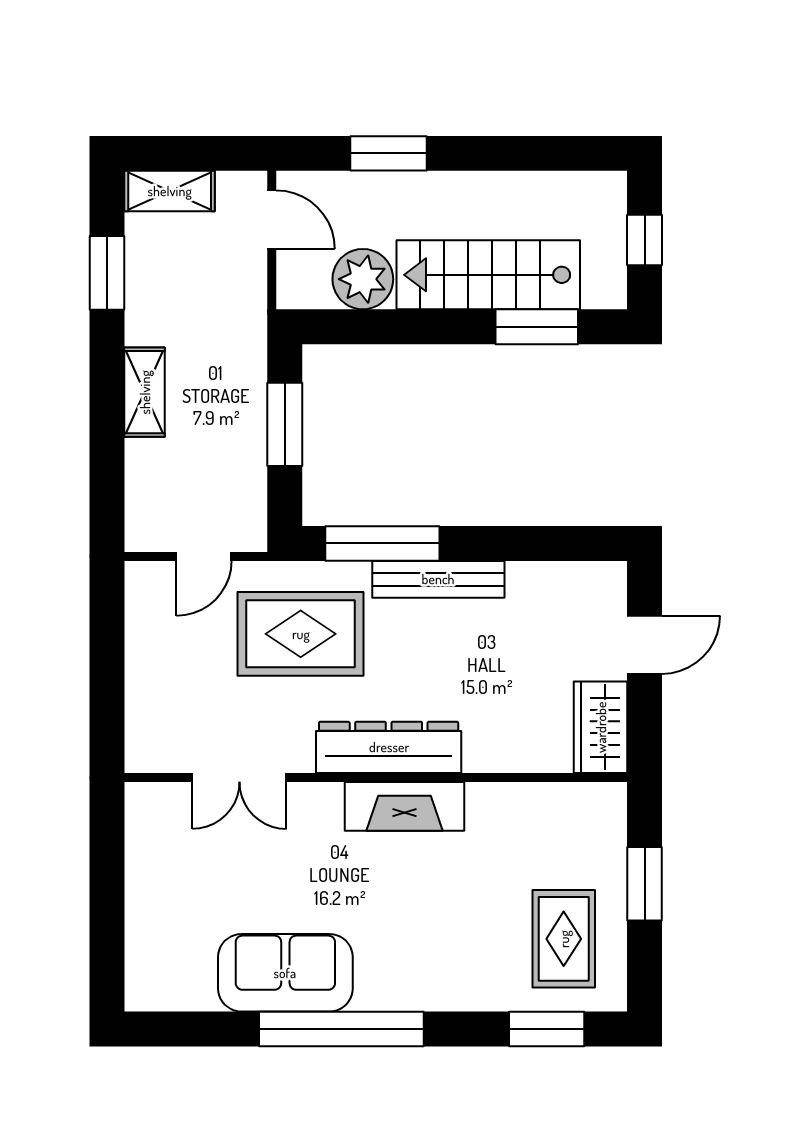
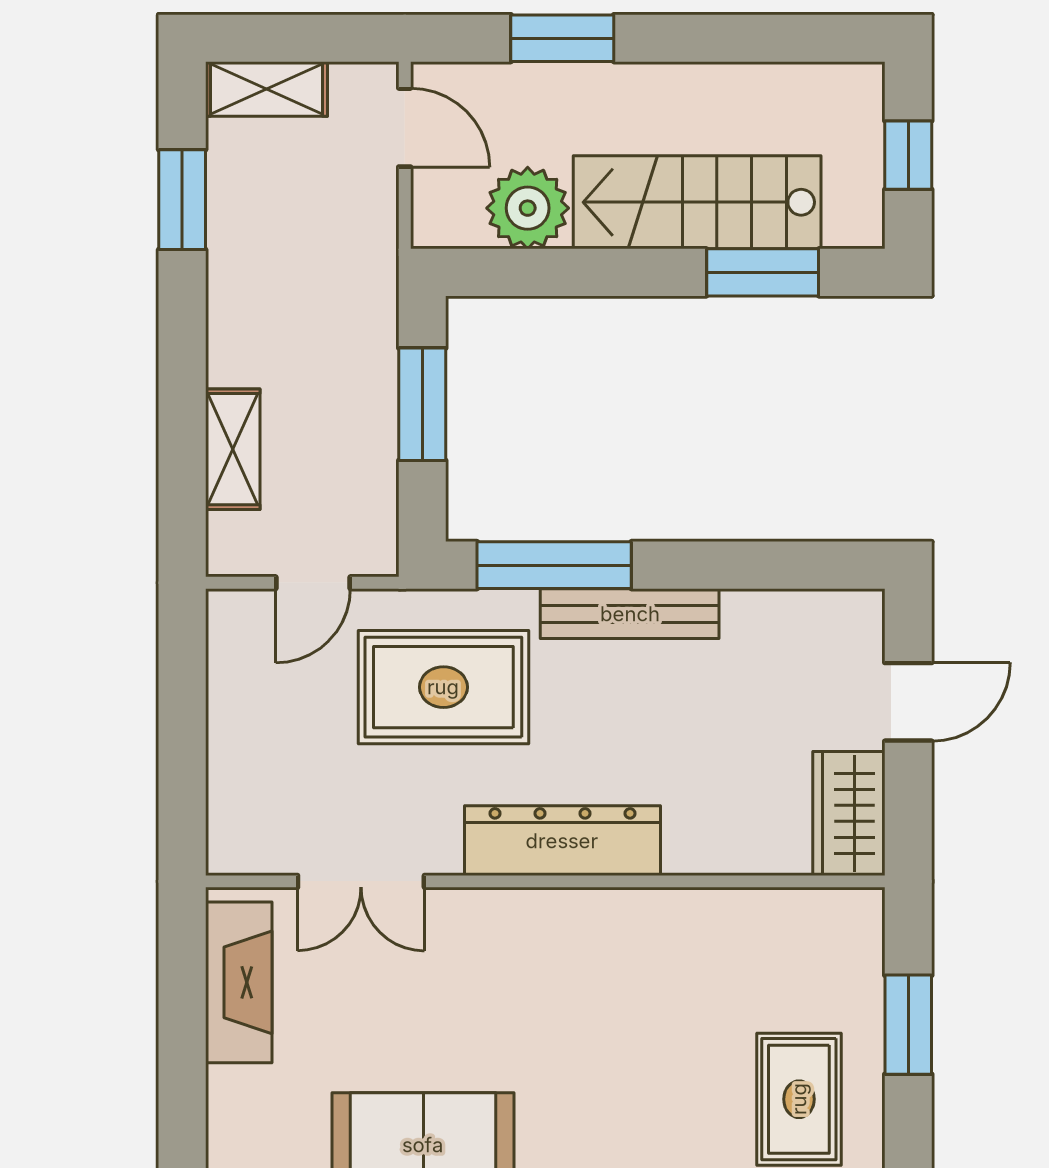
shelving: (145, 392) -> (233, 449), moved
fireplace: (405, 806) -> (239, 982), moved, turned -90

